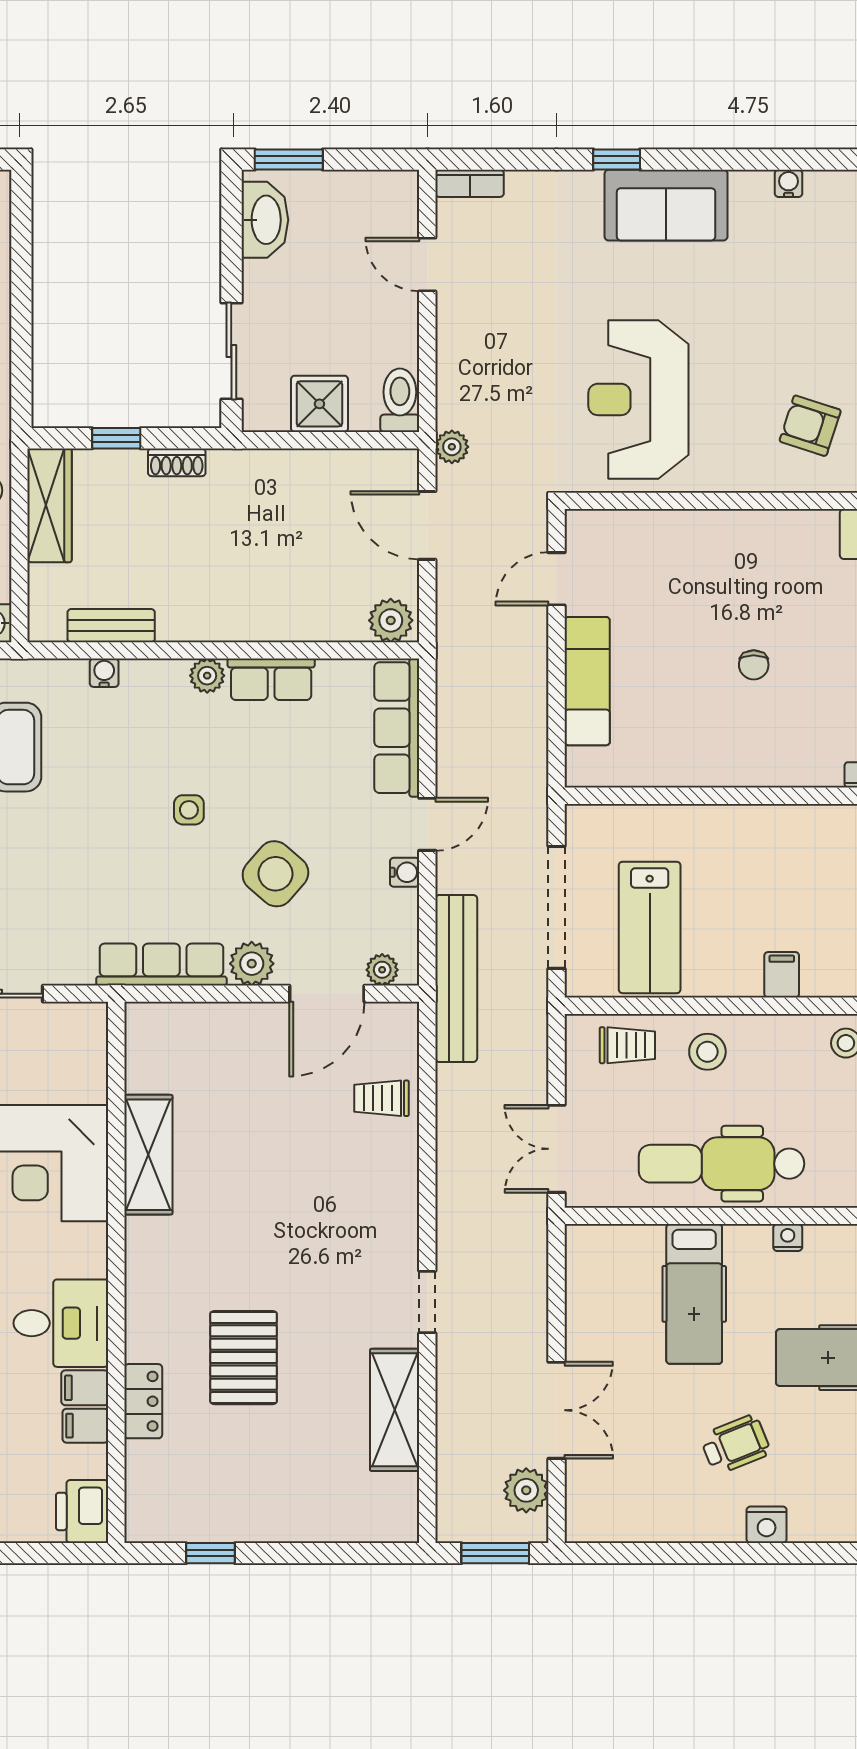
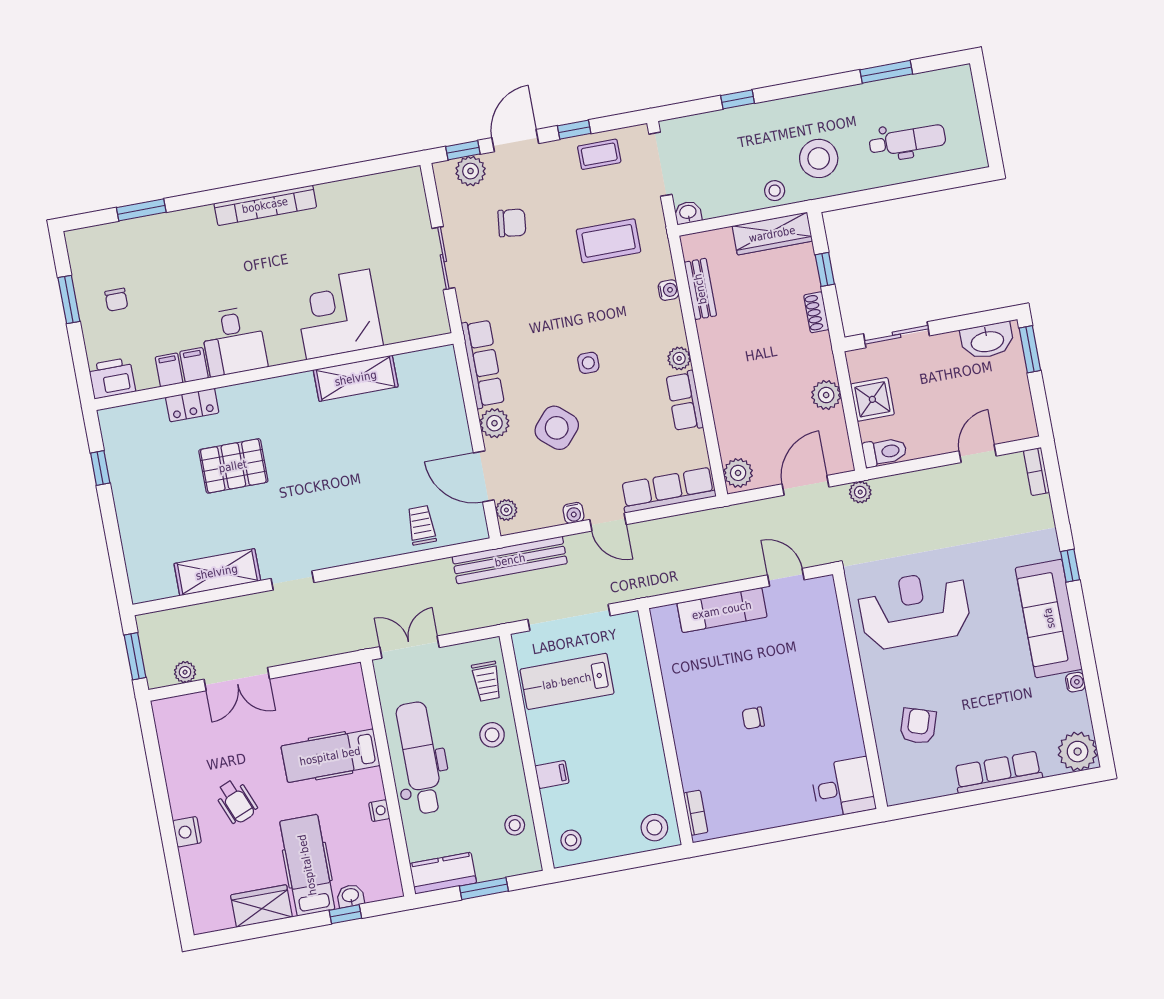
sofa: (666, 205) -> (1049, 618), width x1.36
plant: (301, 470) -> (826, 395), added
plant: (526, 1490) -> (185, 672), width x0.73, depth x0.73

